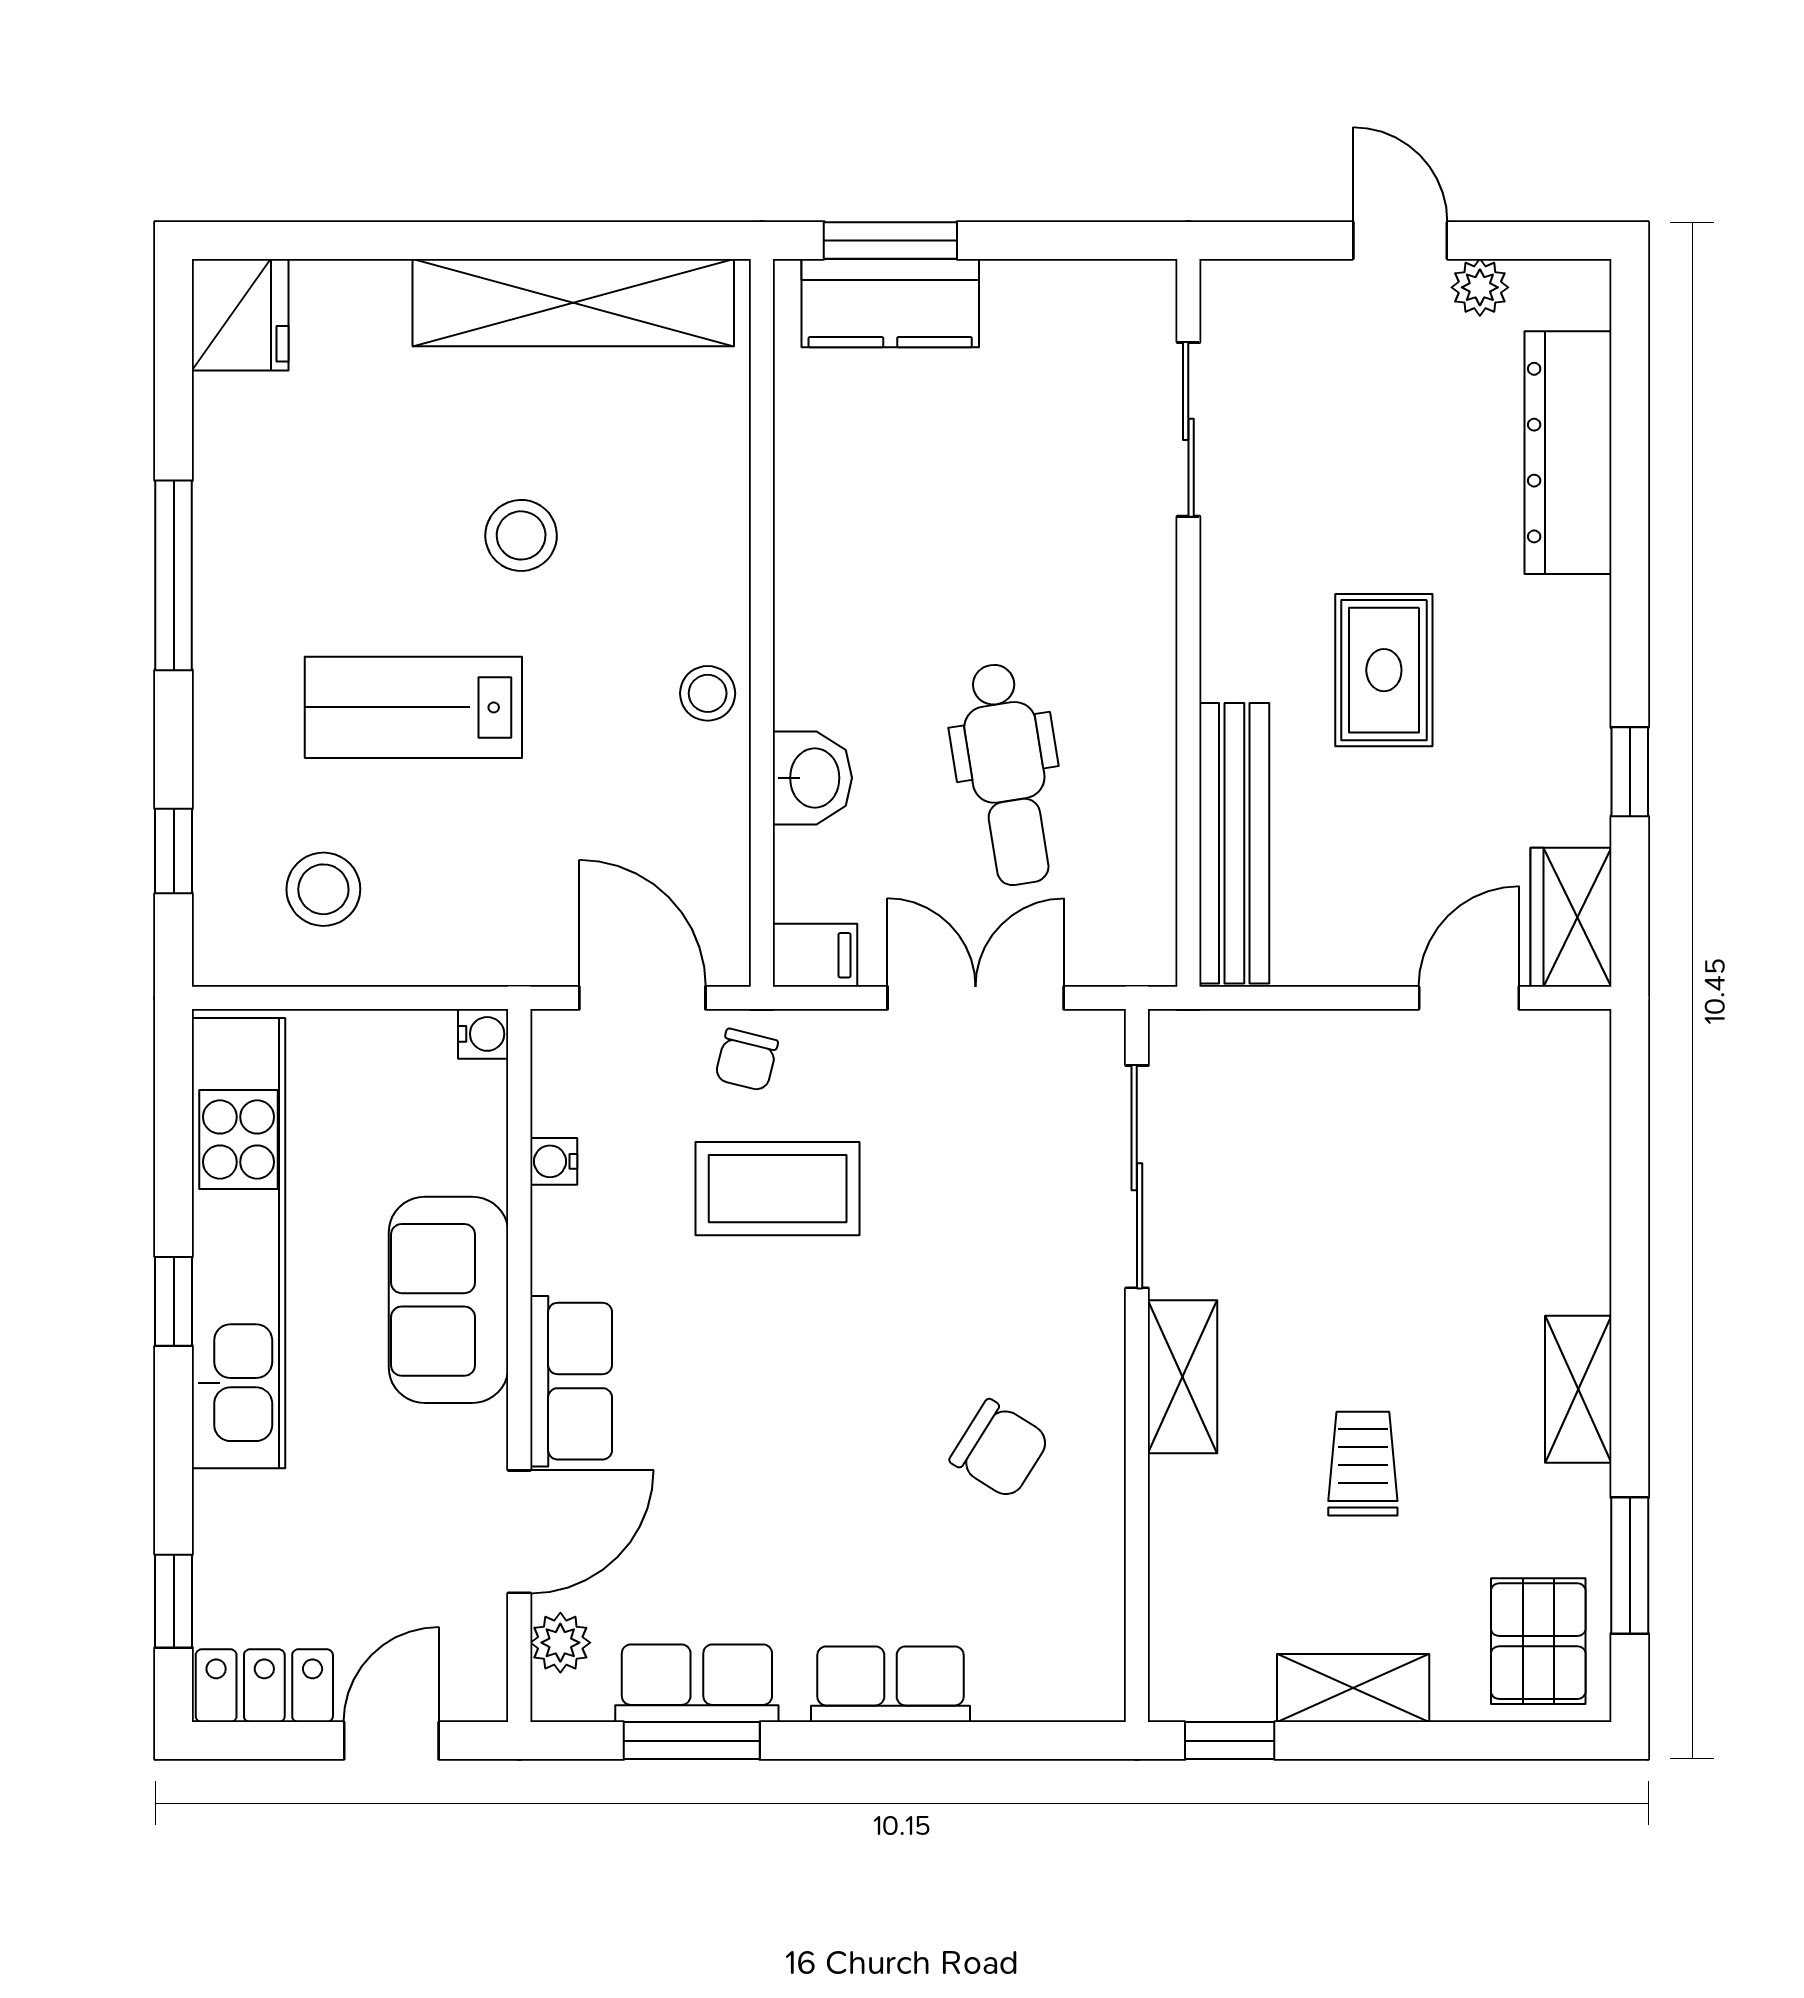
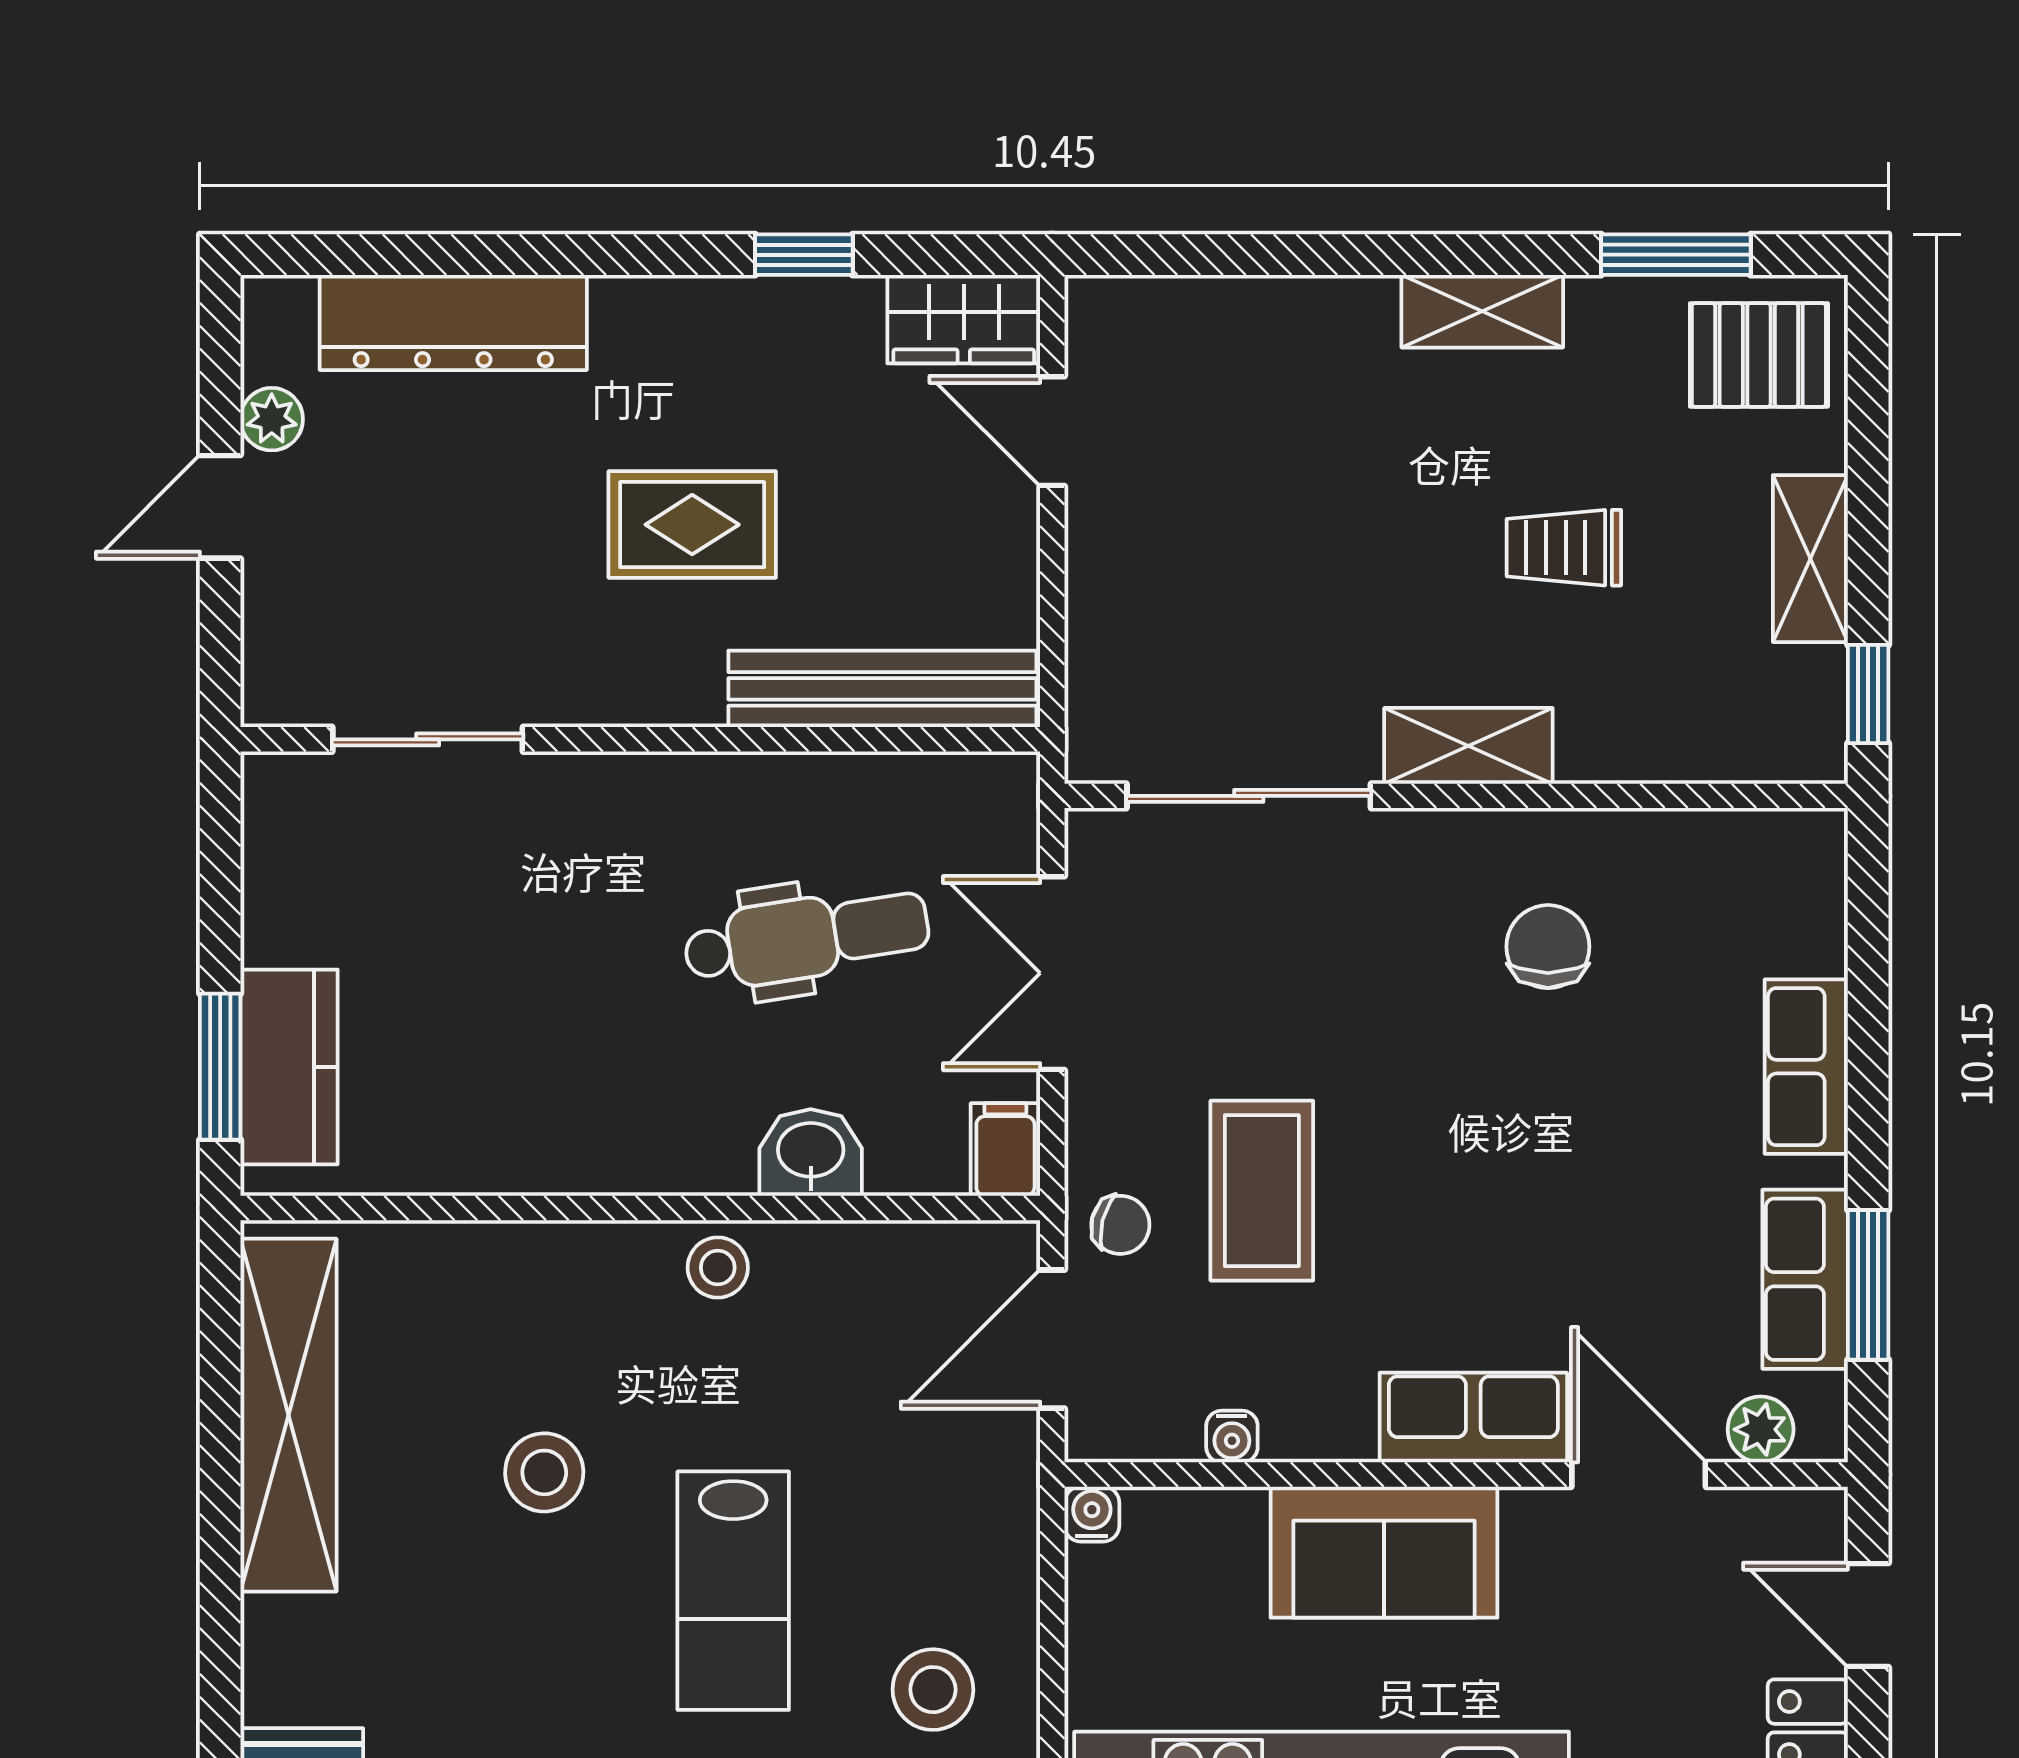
chair: (1000, 1449) -> (1548, 947), turned -32

